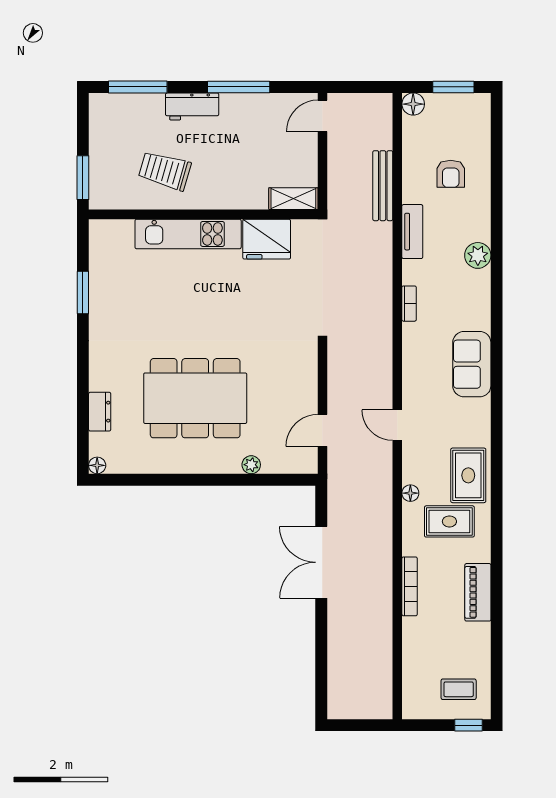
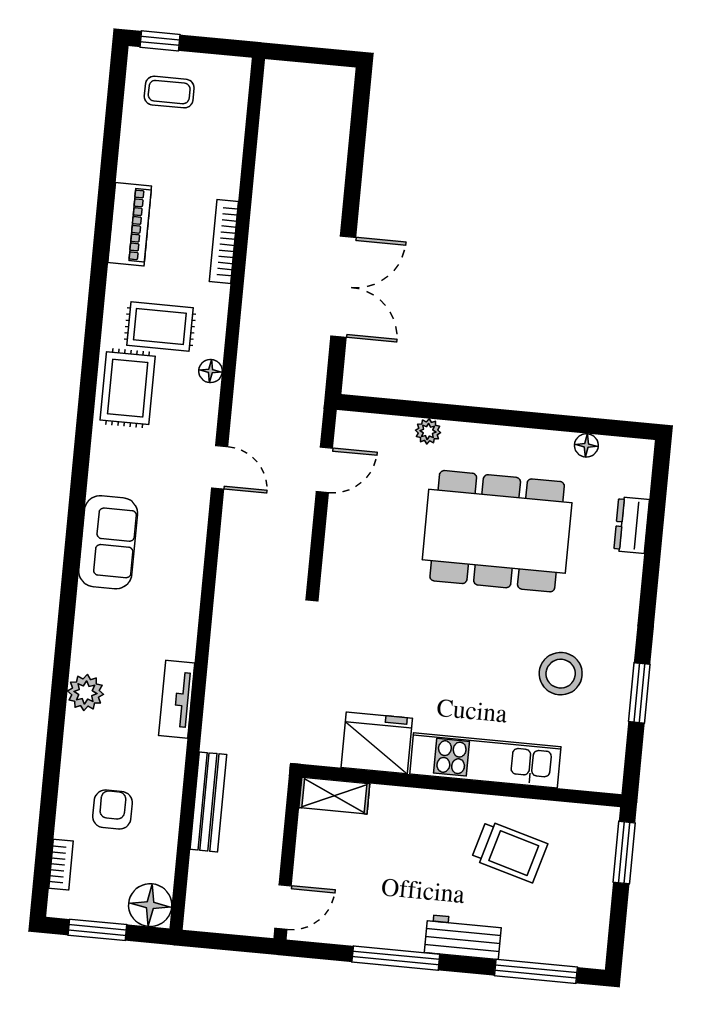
floor lamp: (413, 104) -> (150, 905), width x1.38, depth x1.38
tv unit: (412, 232) -> (177, 699), moved
stool: (140, 301) -> (561, 674), added
bookcase: (409, 304) -> (61, 865), moved, turned 180
floor lamp: (97, 465) -> (586, 445), moved

